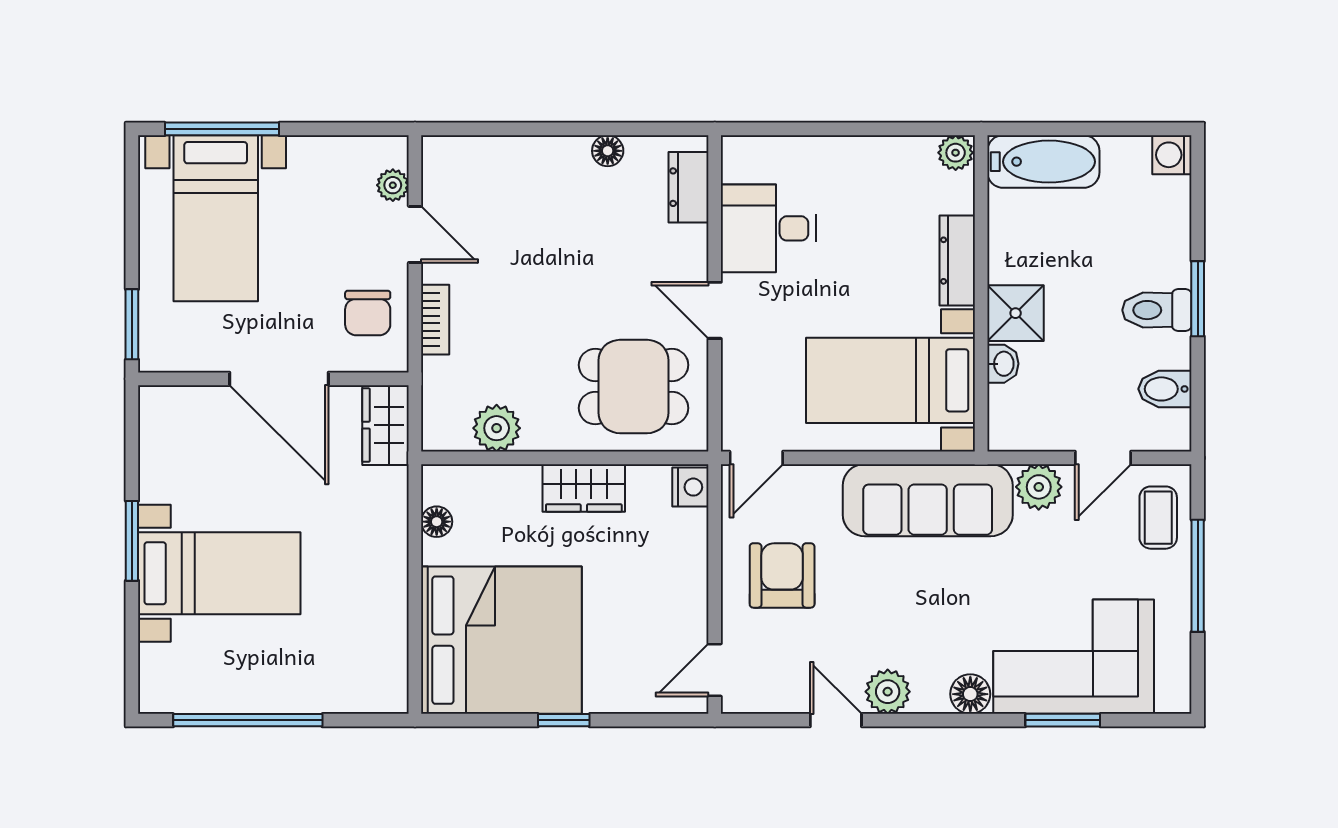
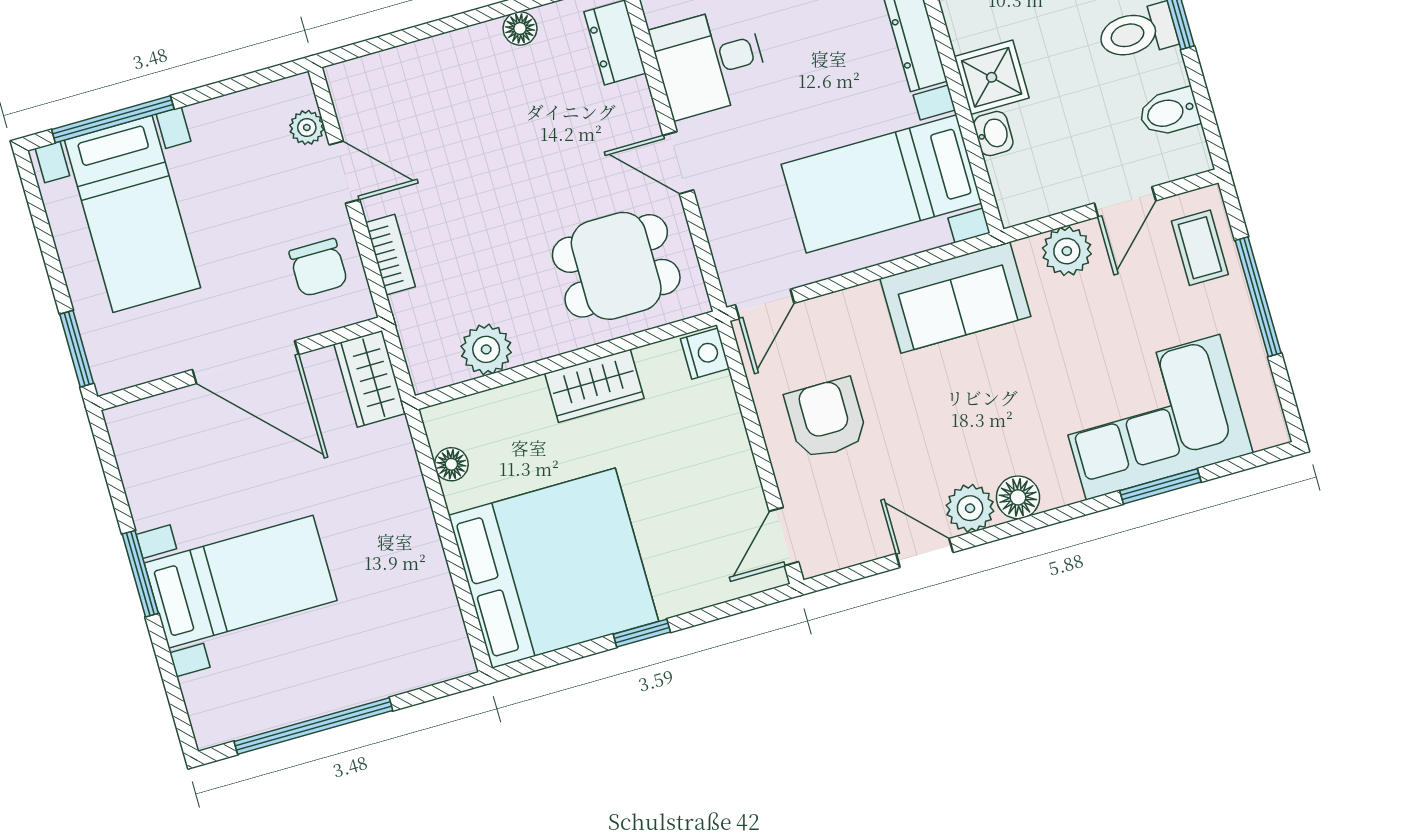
sofa: (928, 500) -> (955, 298), width x0.73
floor lamp: (970, 694) -> (1018, 497), moved

